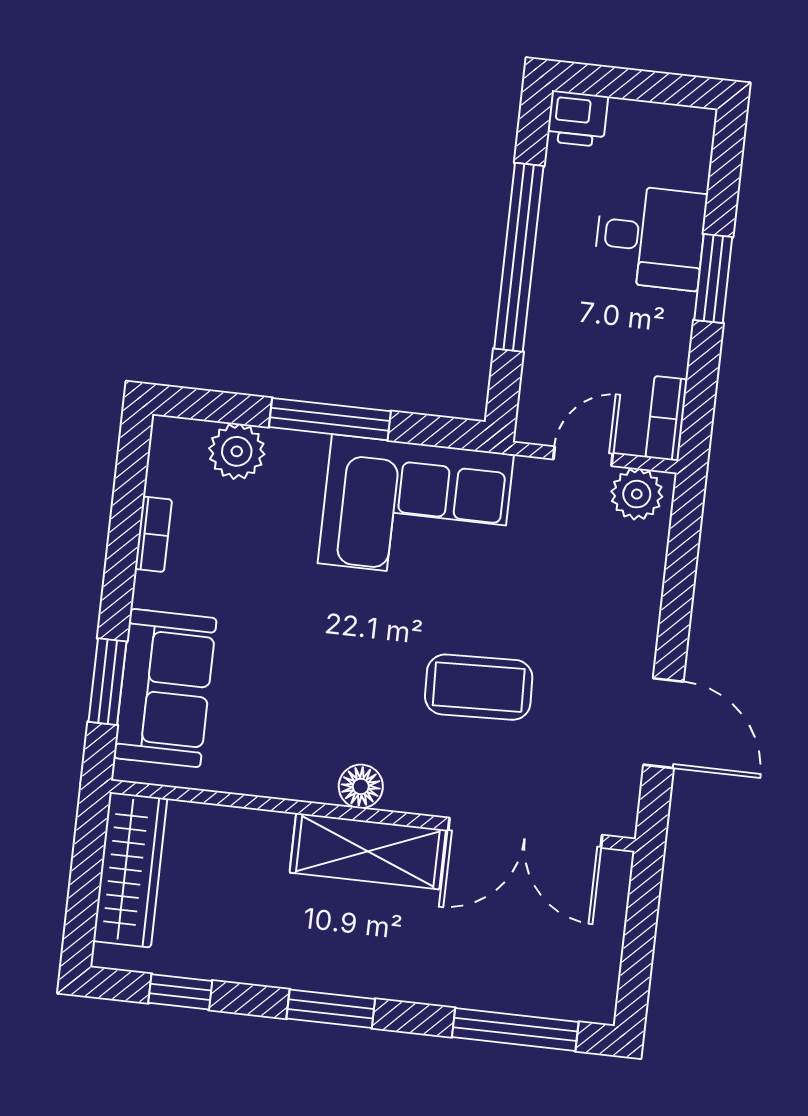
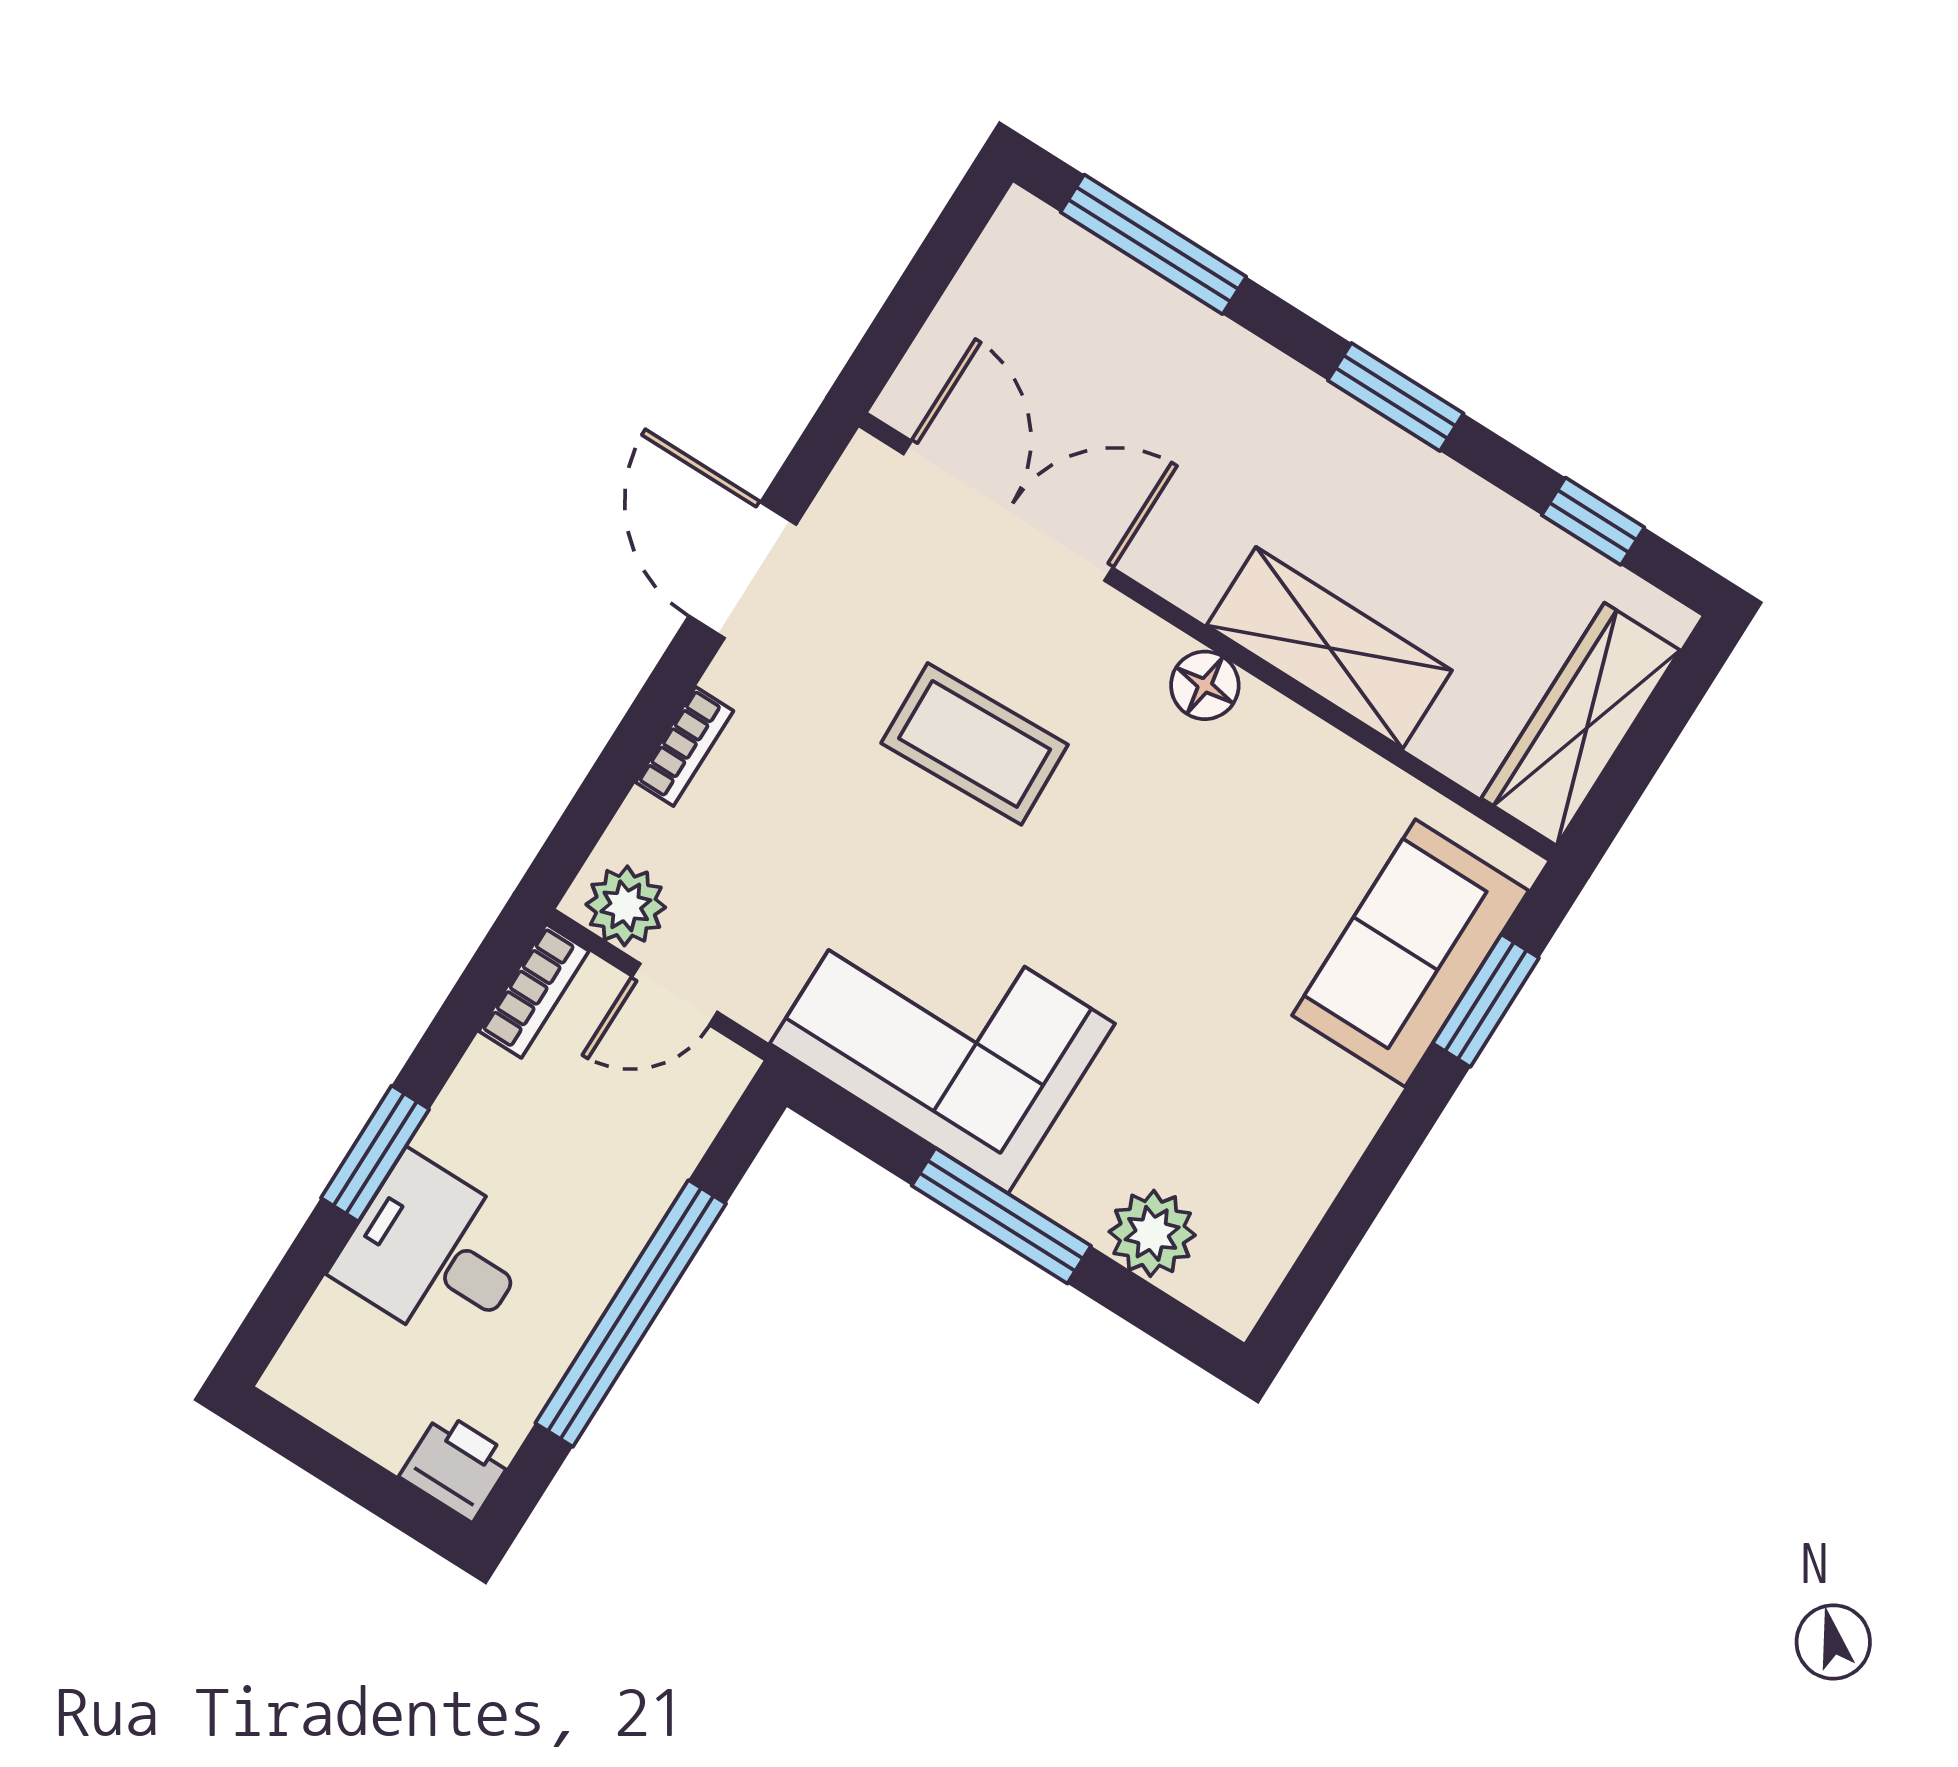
bookcase: (153, 534) -> (684, 746), moved, turned 180
shelving: (368, 851) -> (1329, 648), moved

